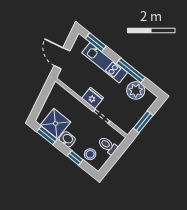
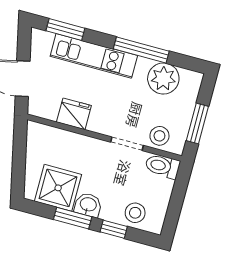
fridge: (93, 98) -> (74, 114), moved
stool: (120, 120) -> (159, 136), added
window: (47, 135) -> (73, 218), moved
toilet: (108, 145) -> (163, 166), moved

